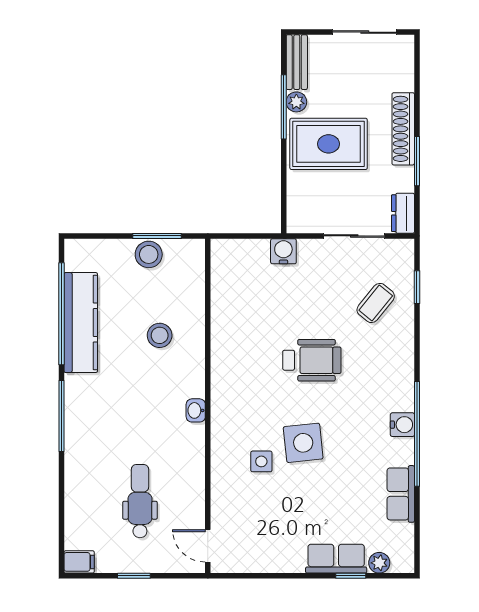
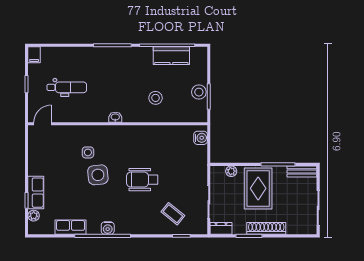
plant: (296, 102) -> (231, 171), moved
water cooler: (283, 251) -> (201, 138), moved
kitchen counter: (81, 323) -> (171, 56), width x0.67
wheelchair: (312, 360) -> (142, 180), turned 90

